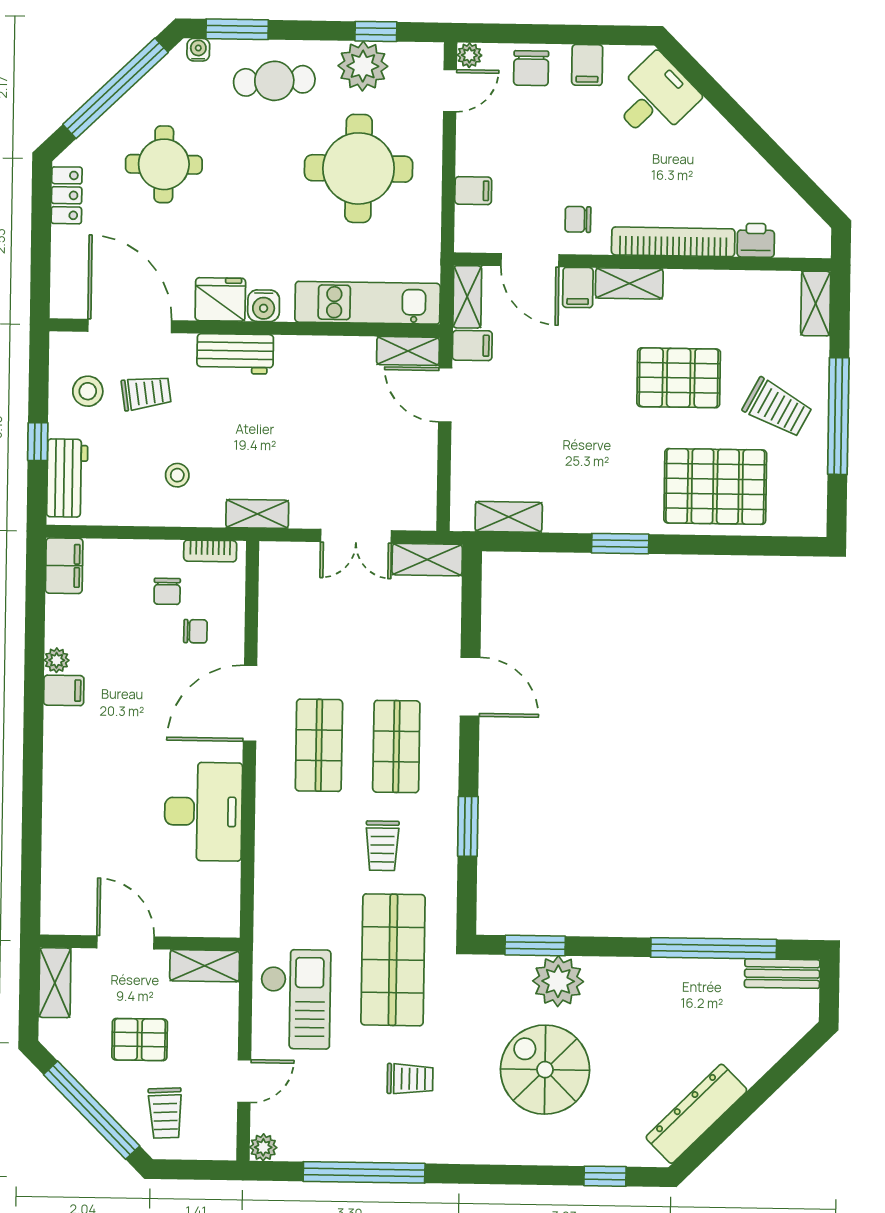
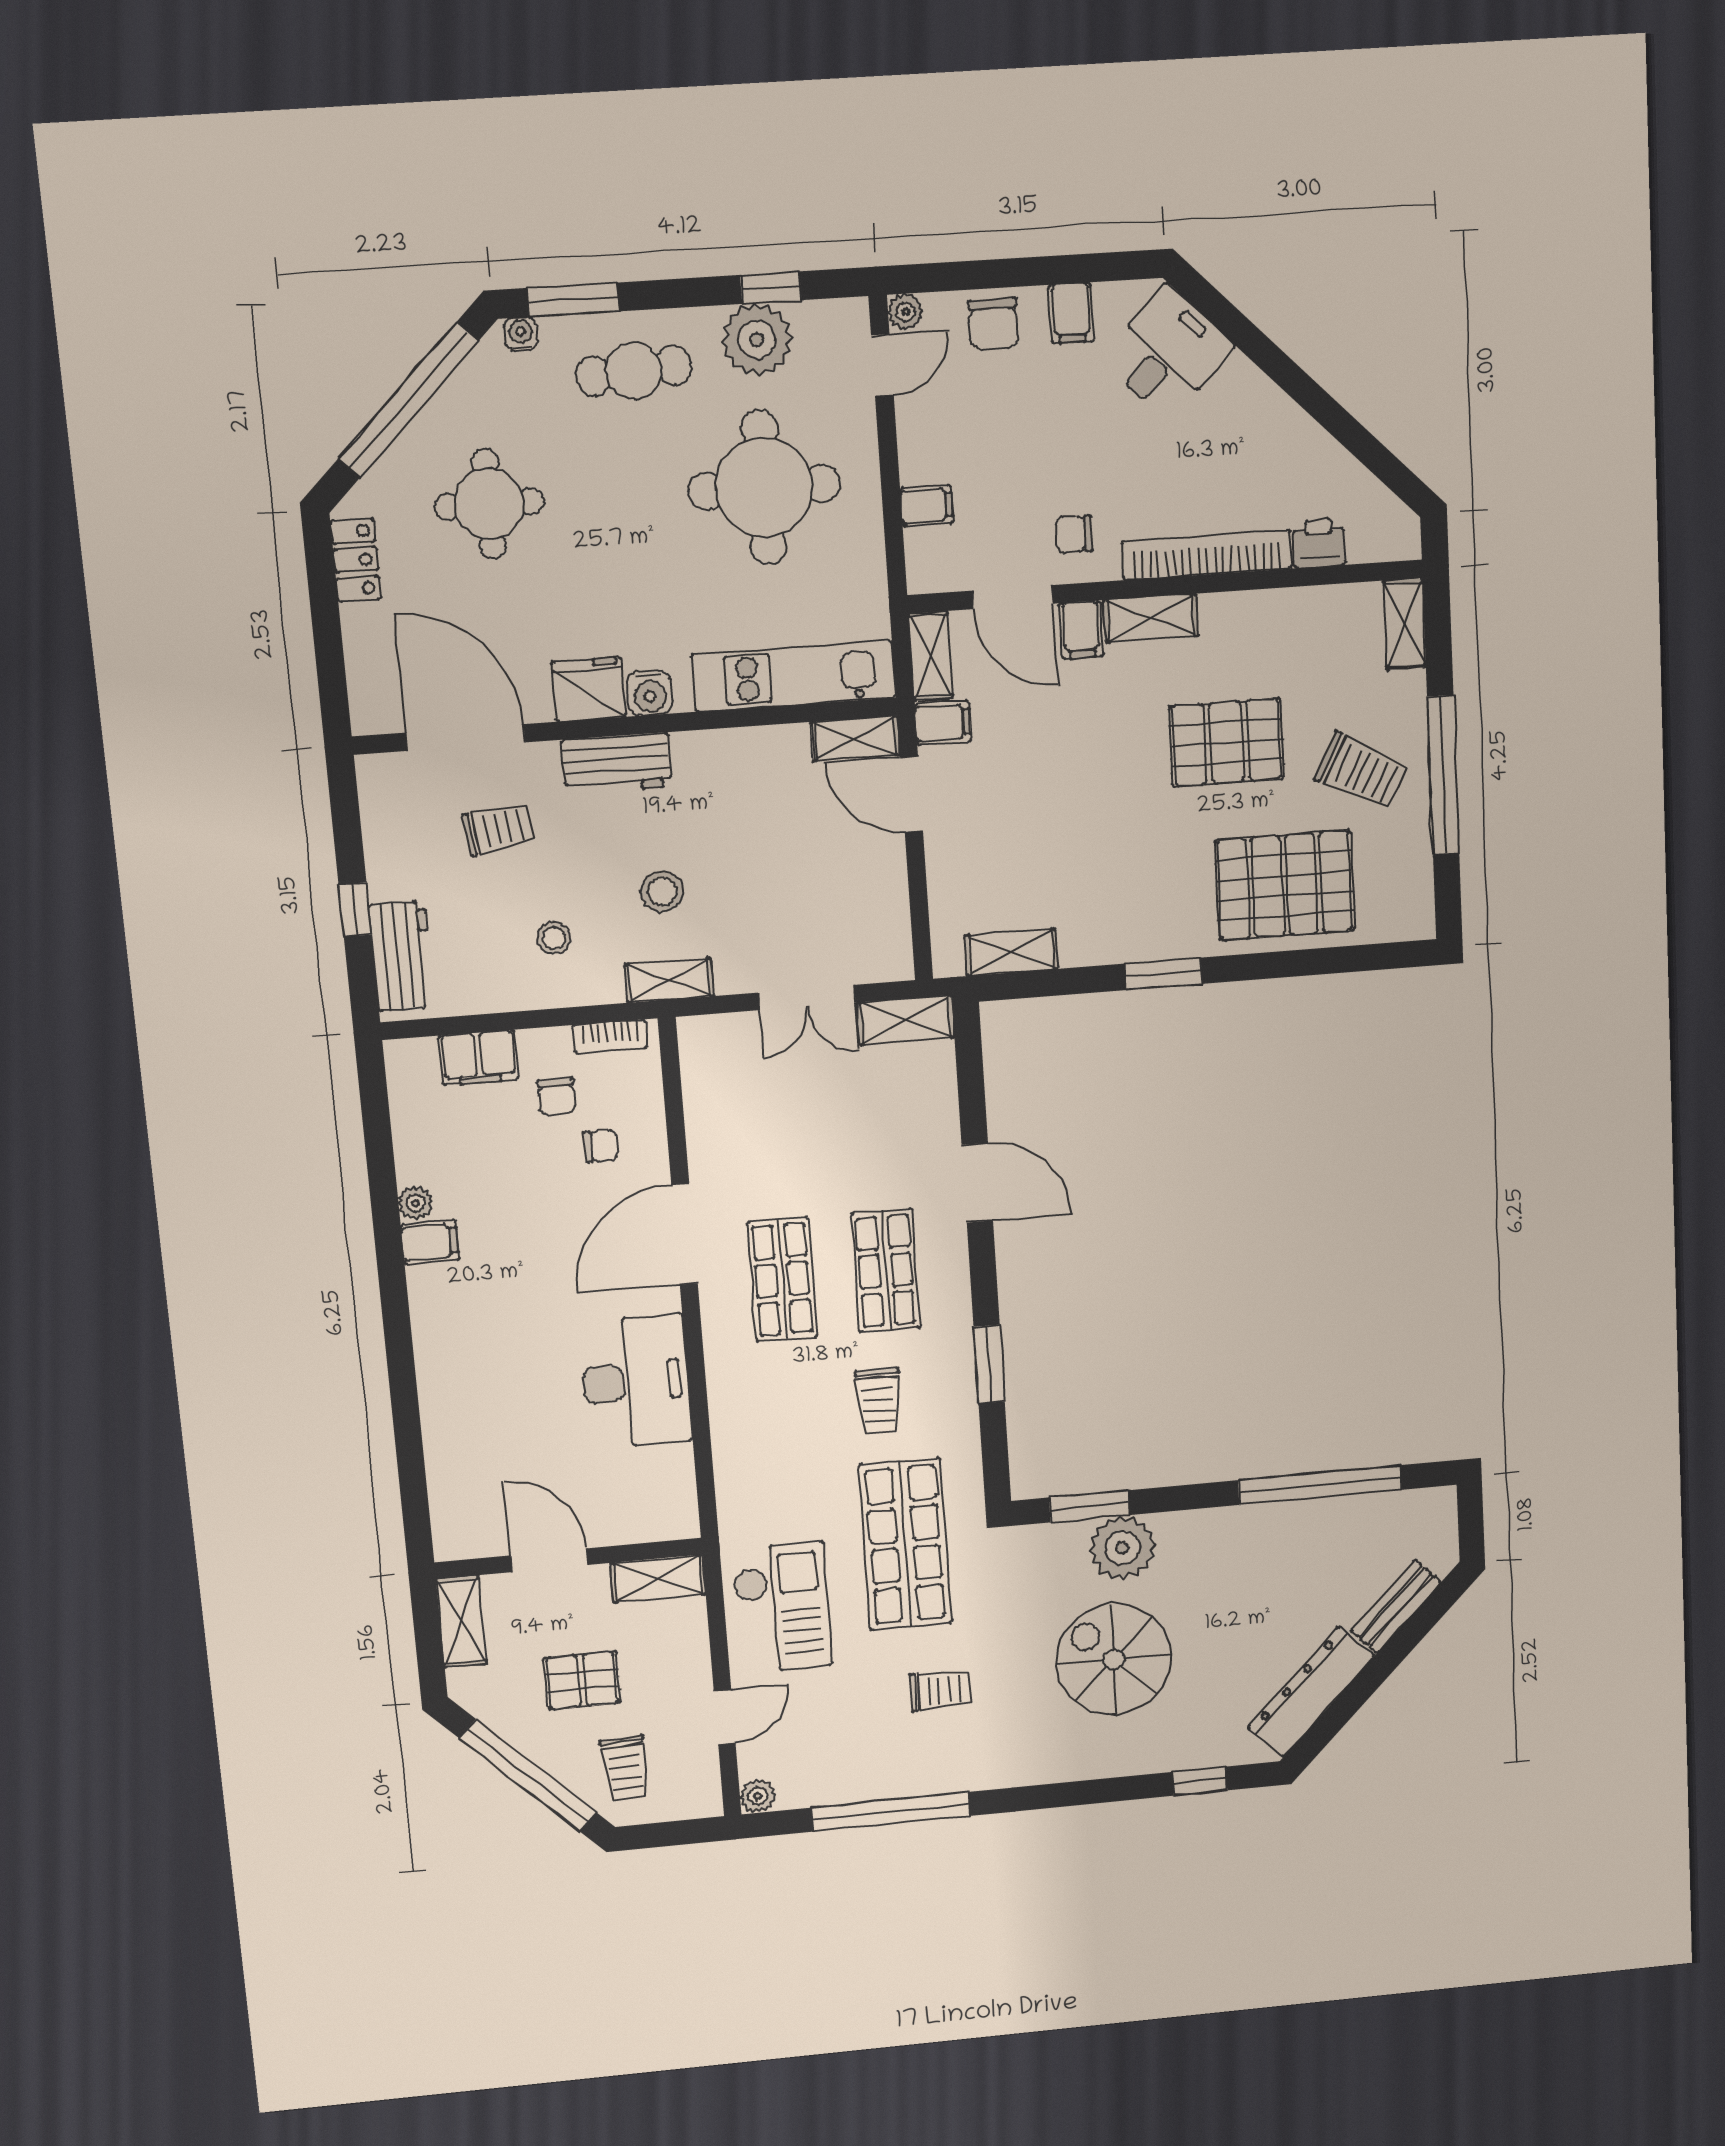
stool: (88, 391) -> (662, 892), moved
filing cabinet: (64, 566) -> (479, 1058), moved, turned 90
bench: (782, 974) -> (1396, 1606), moved, turned -45

